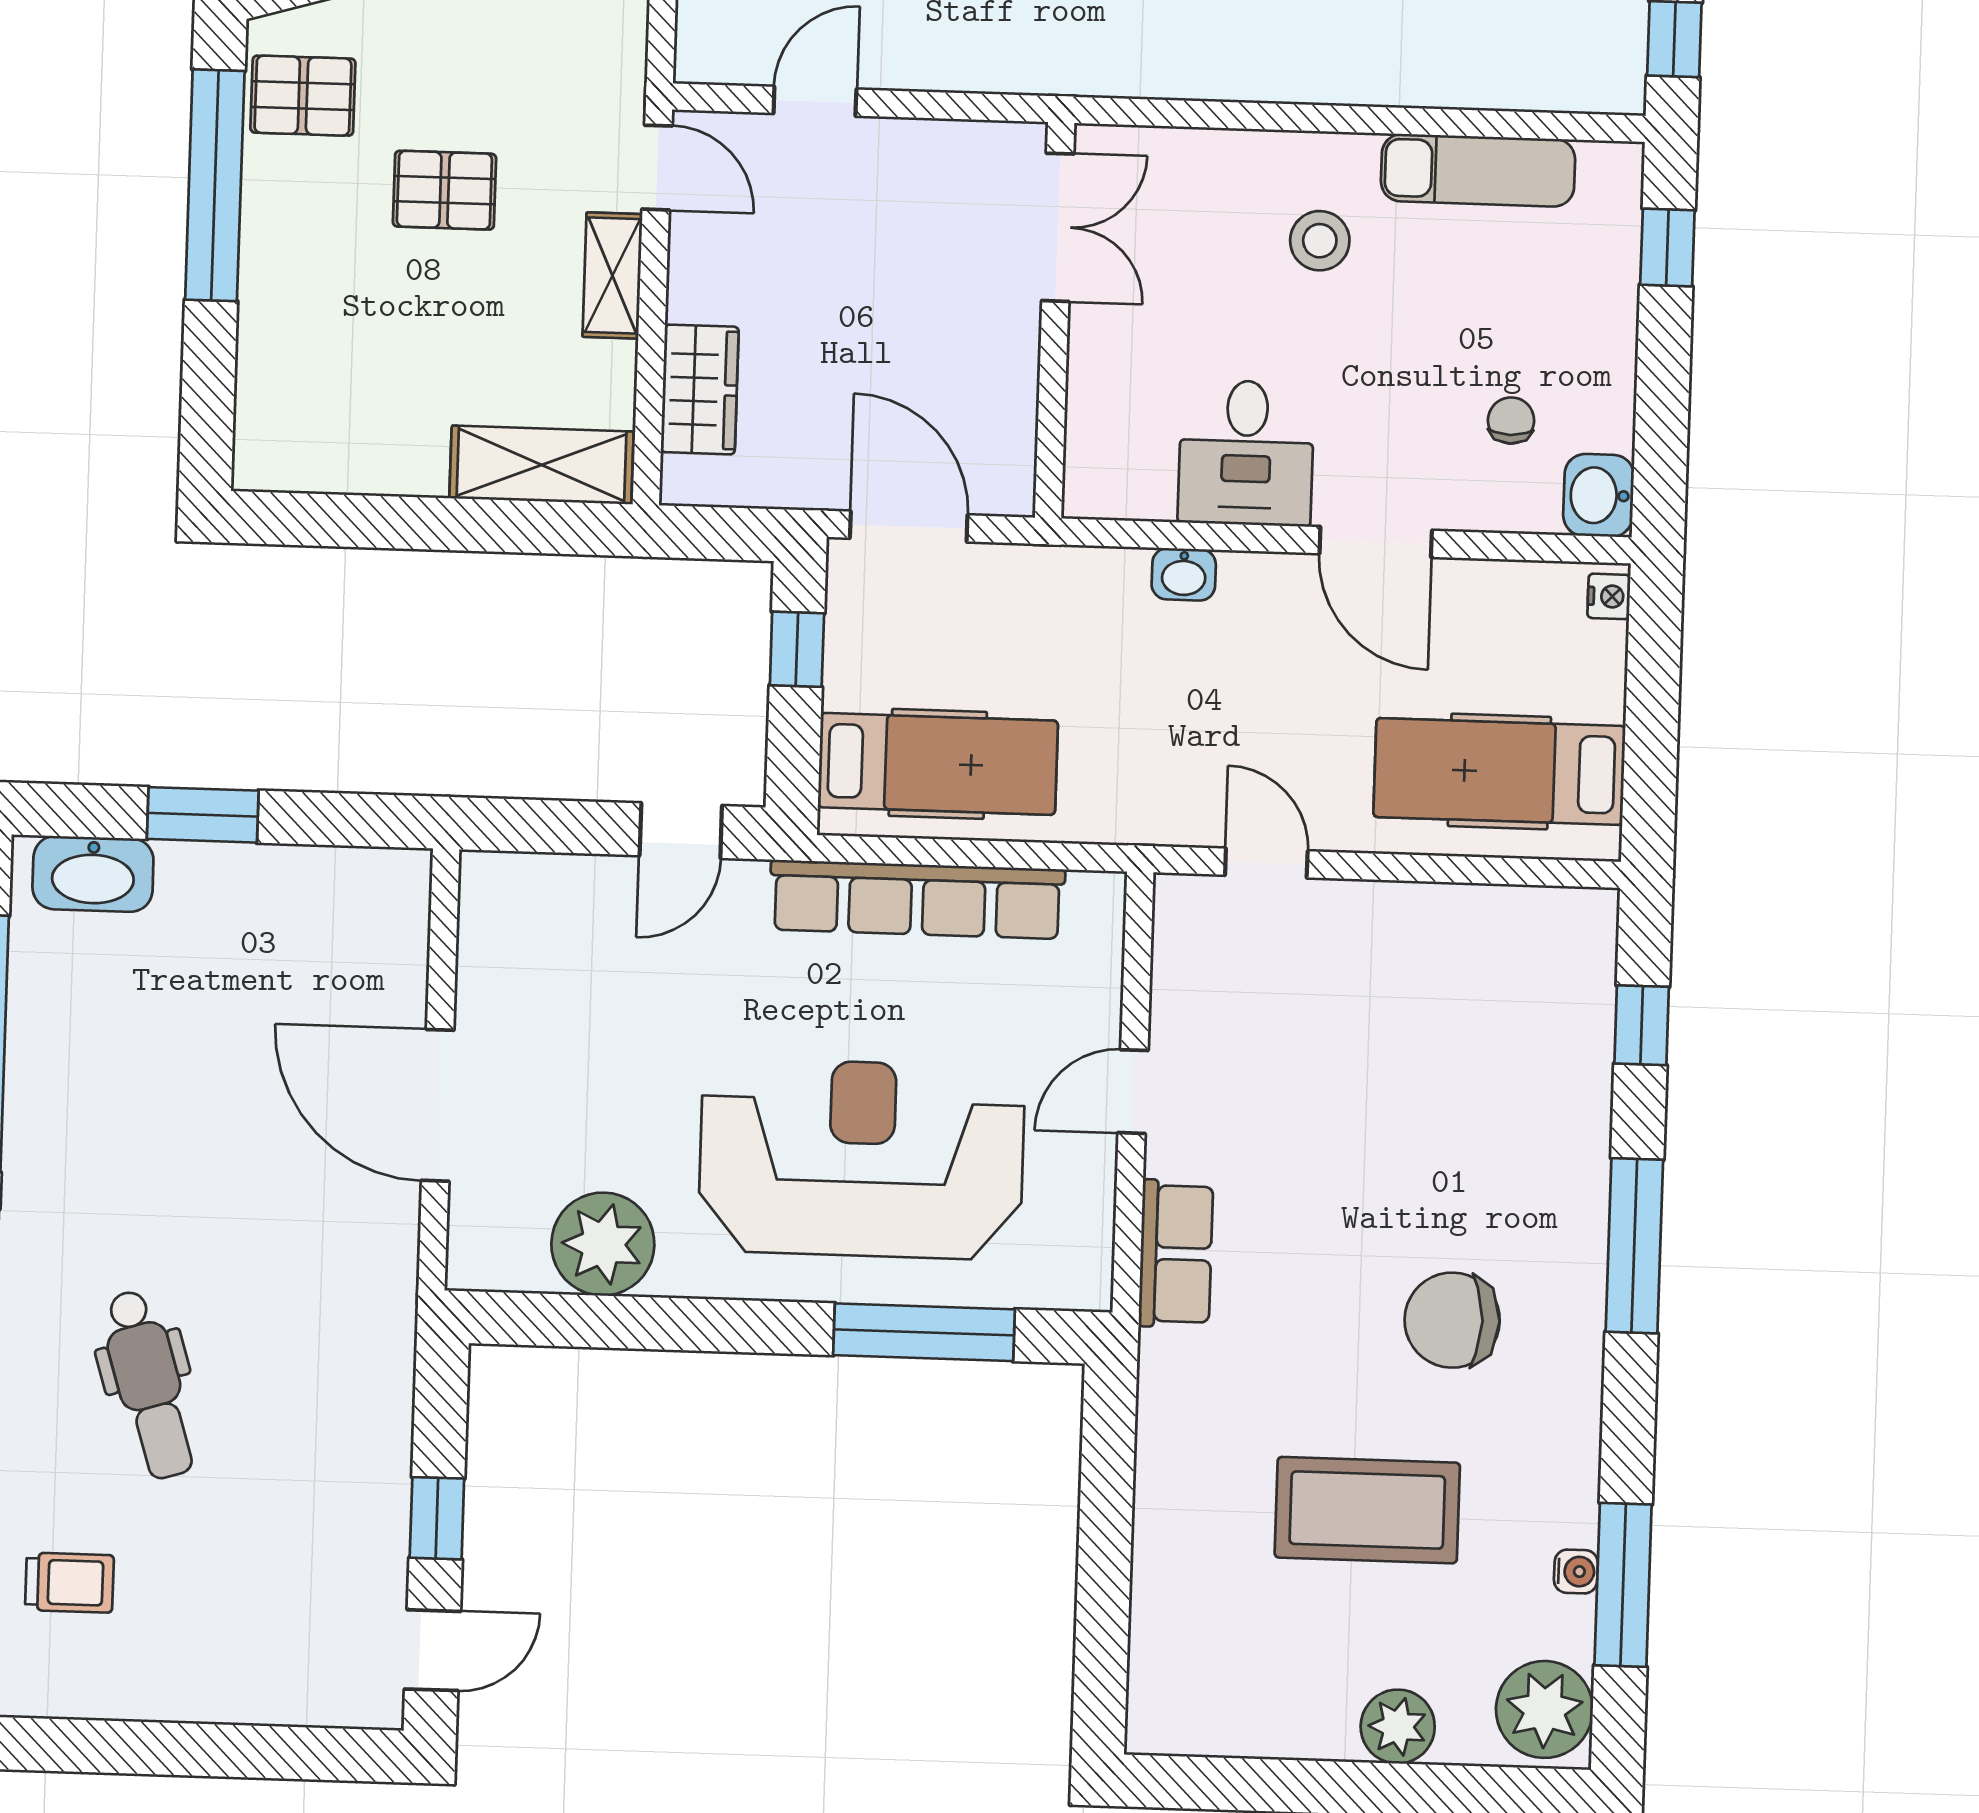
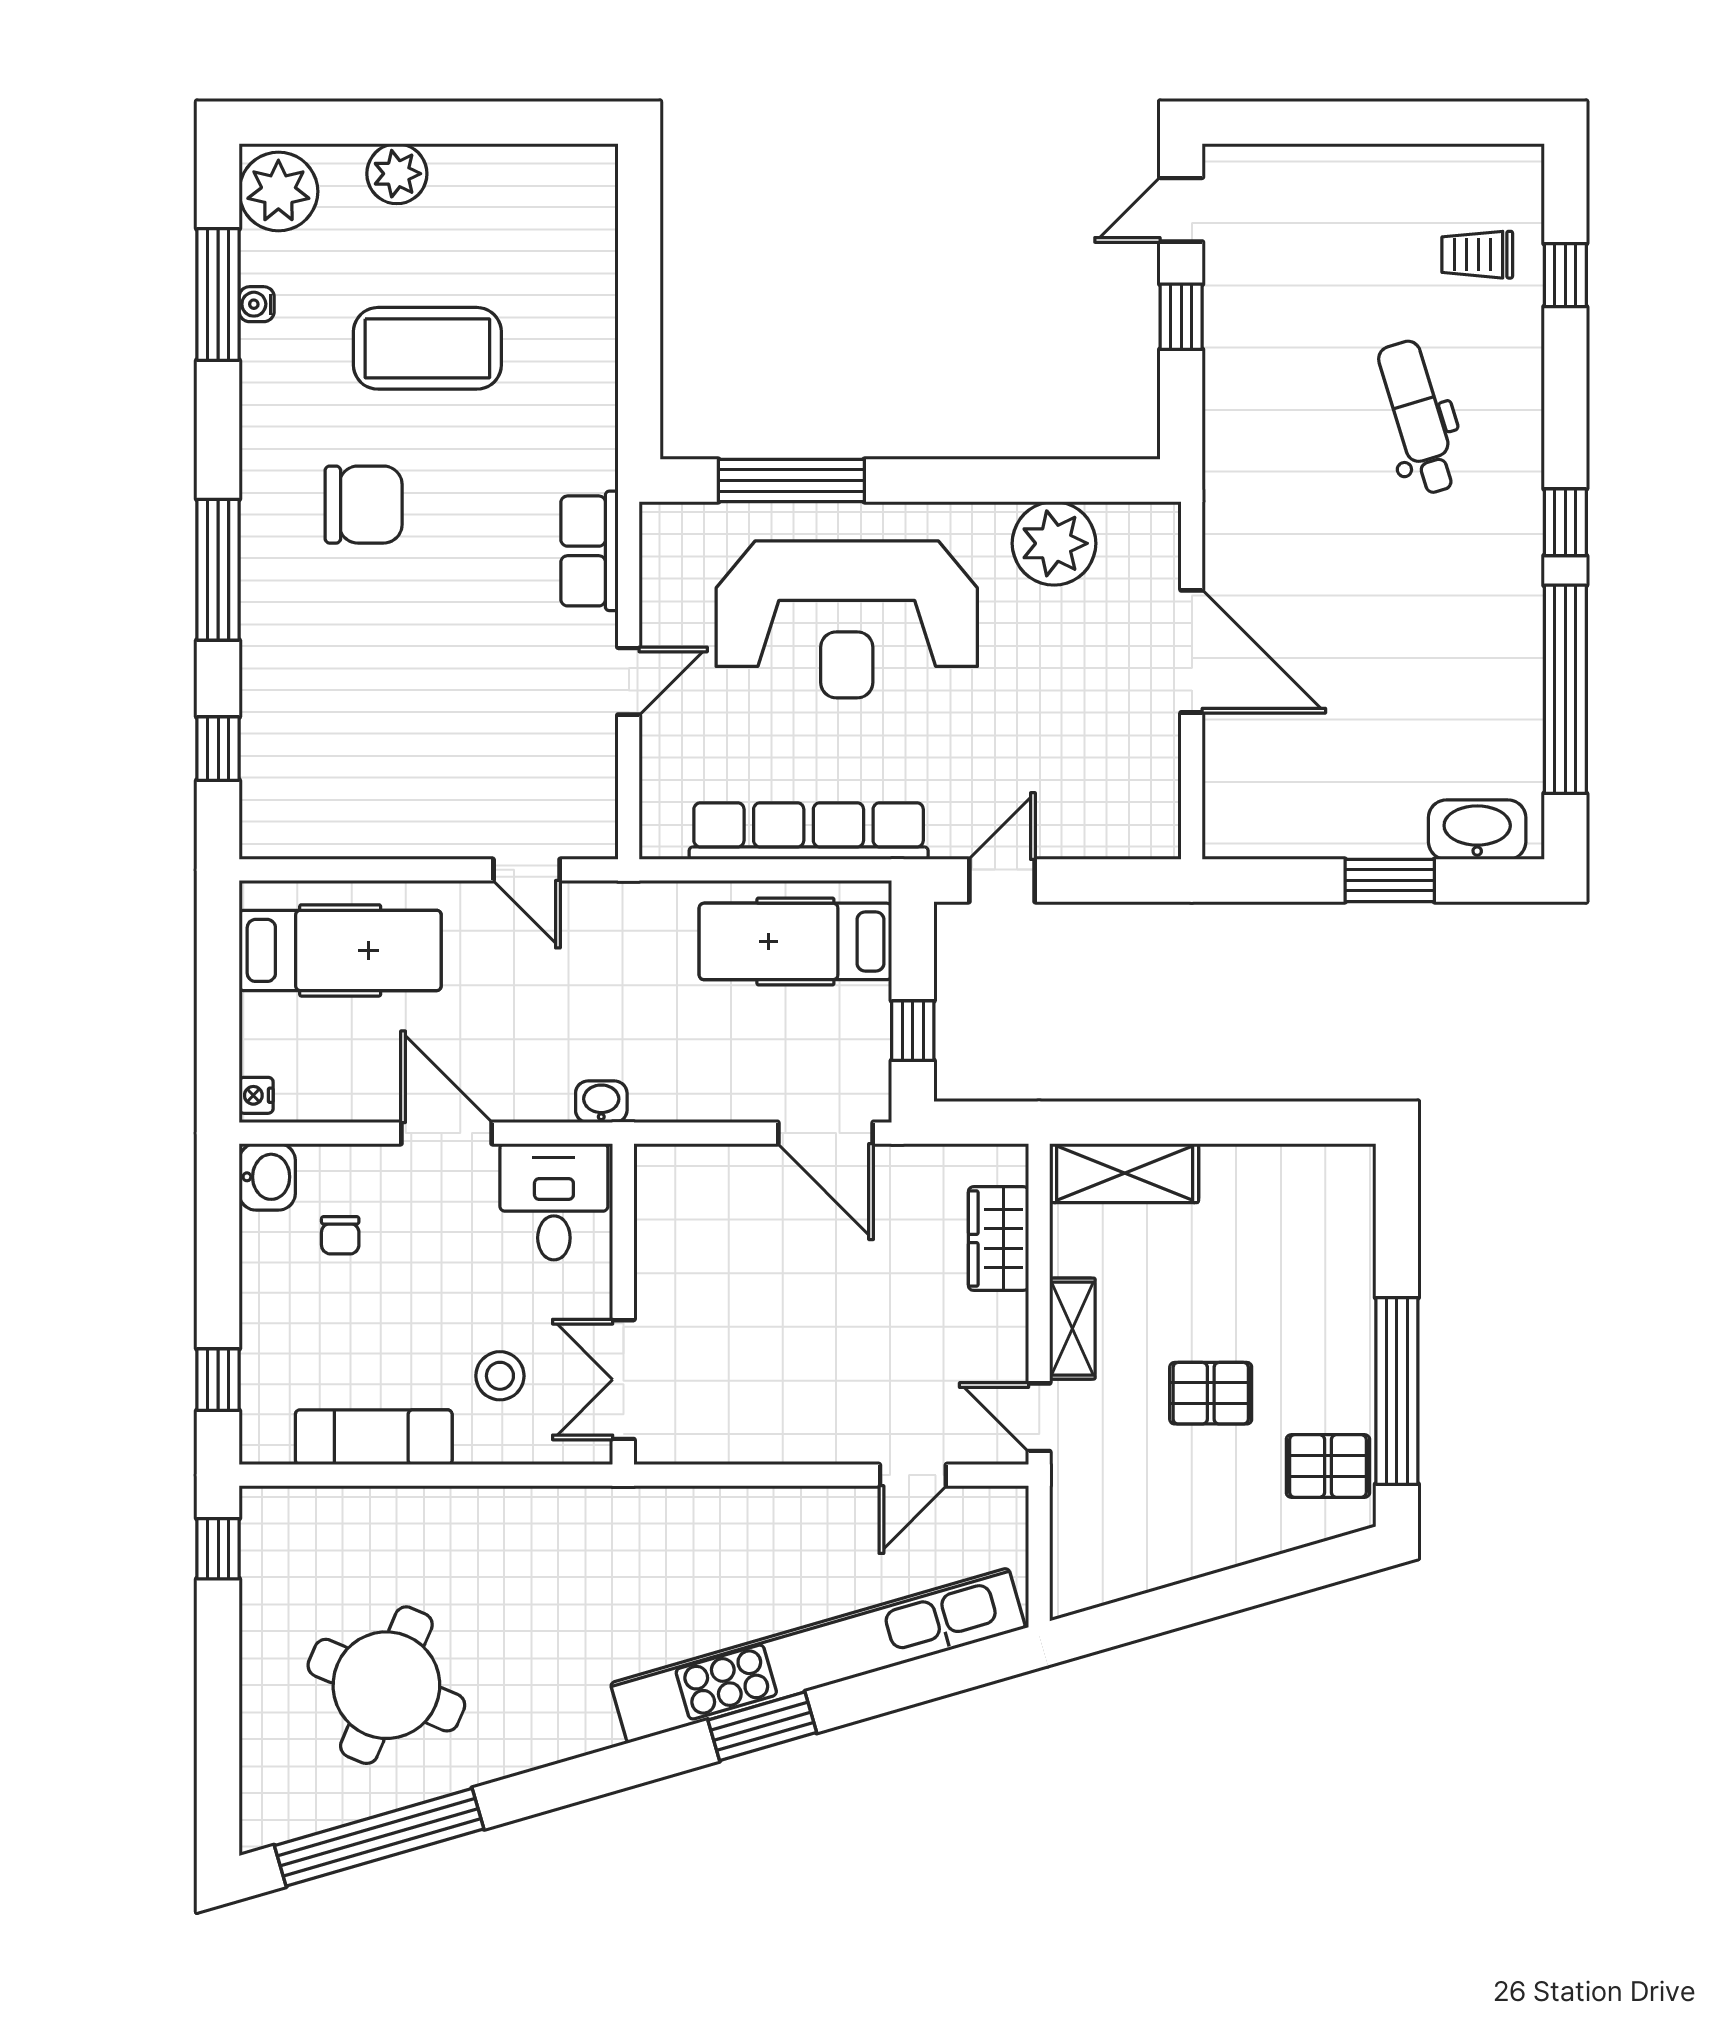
double door: (1058, 227) -> (623, 1380), moved
wall: (1055, 320) -> (623, 1304), moved

